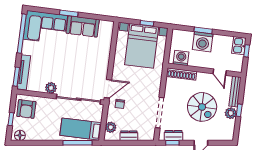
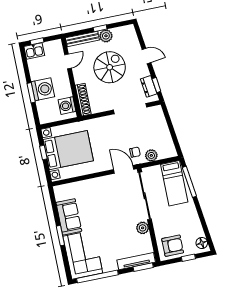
plant: (111, 127) -> (151, 155), moved
dresser: (129, 136) -> (164, 132), removed

